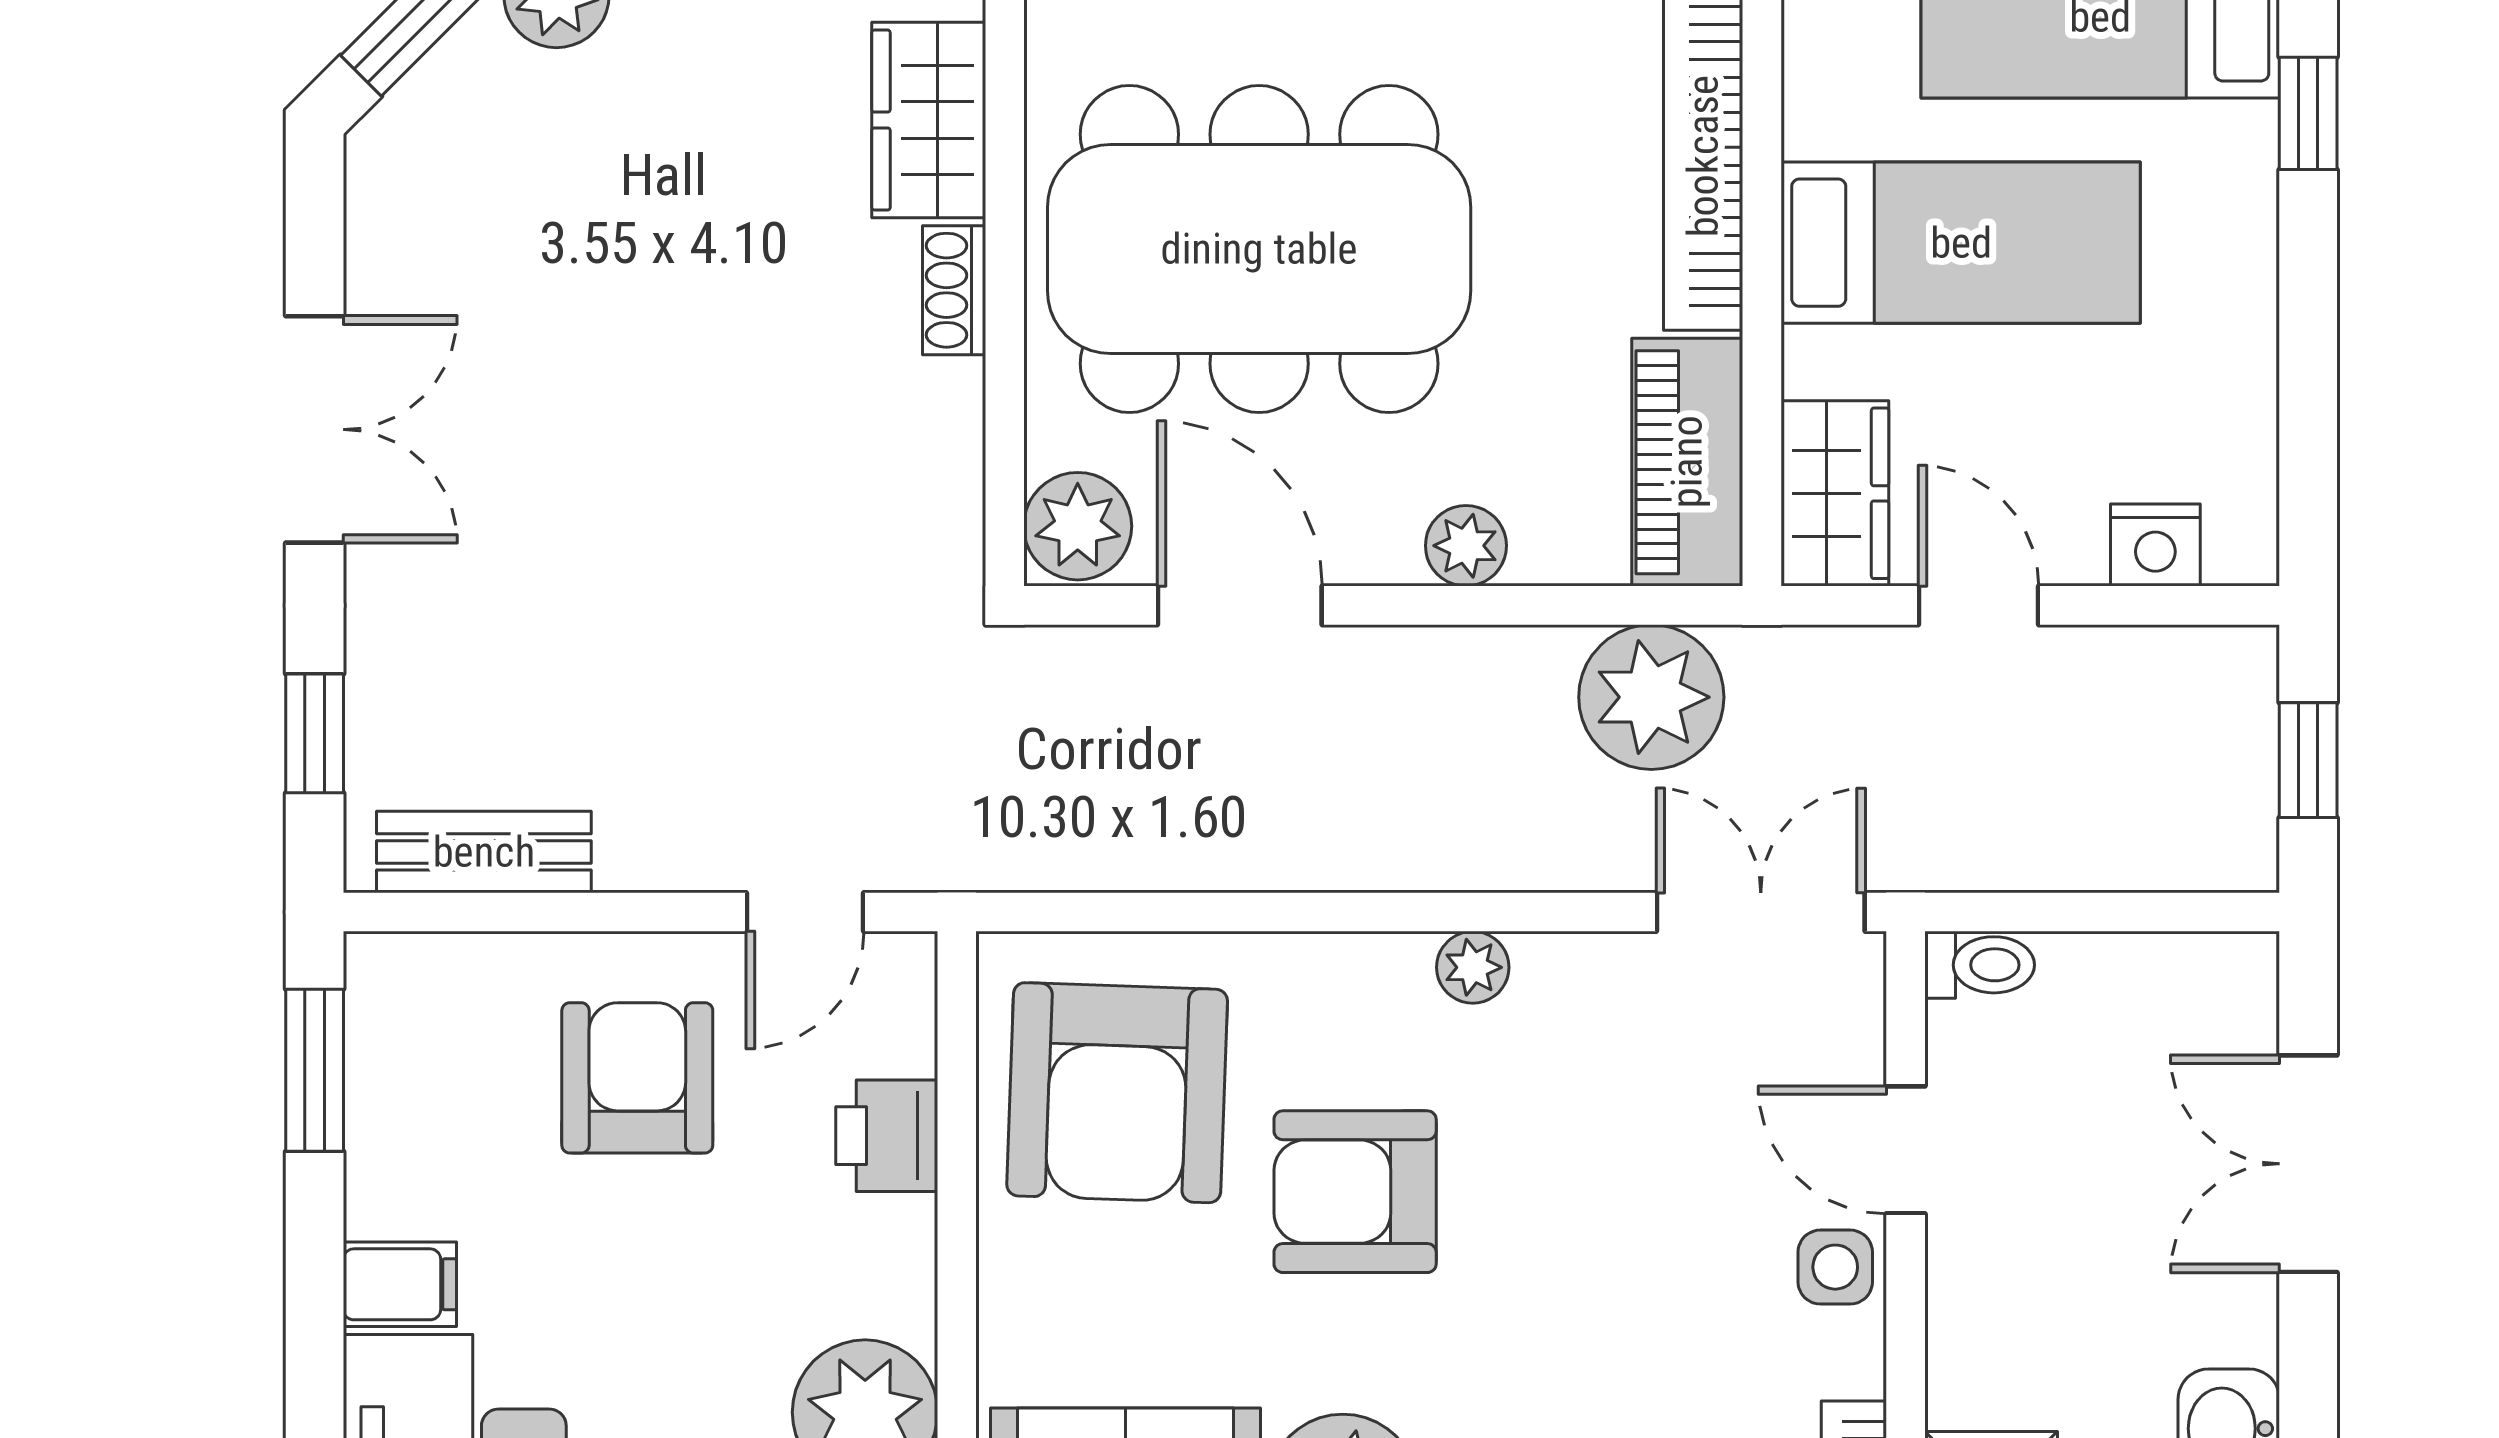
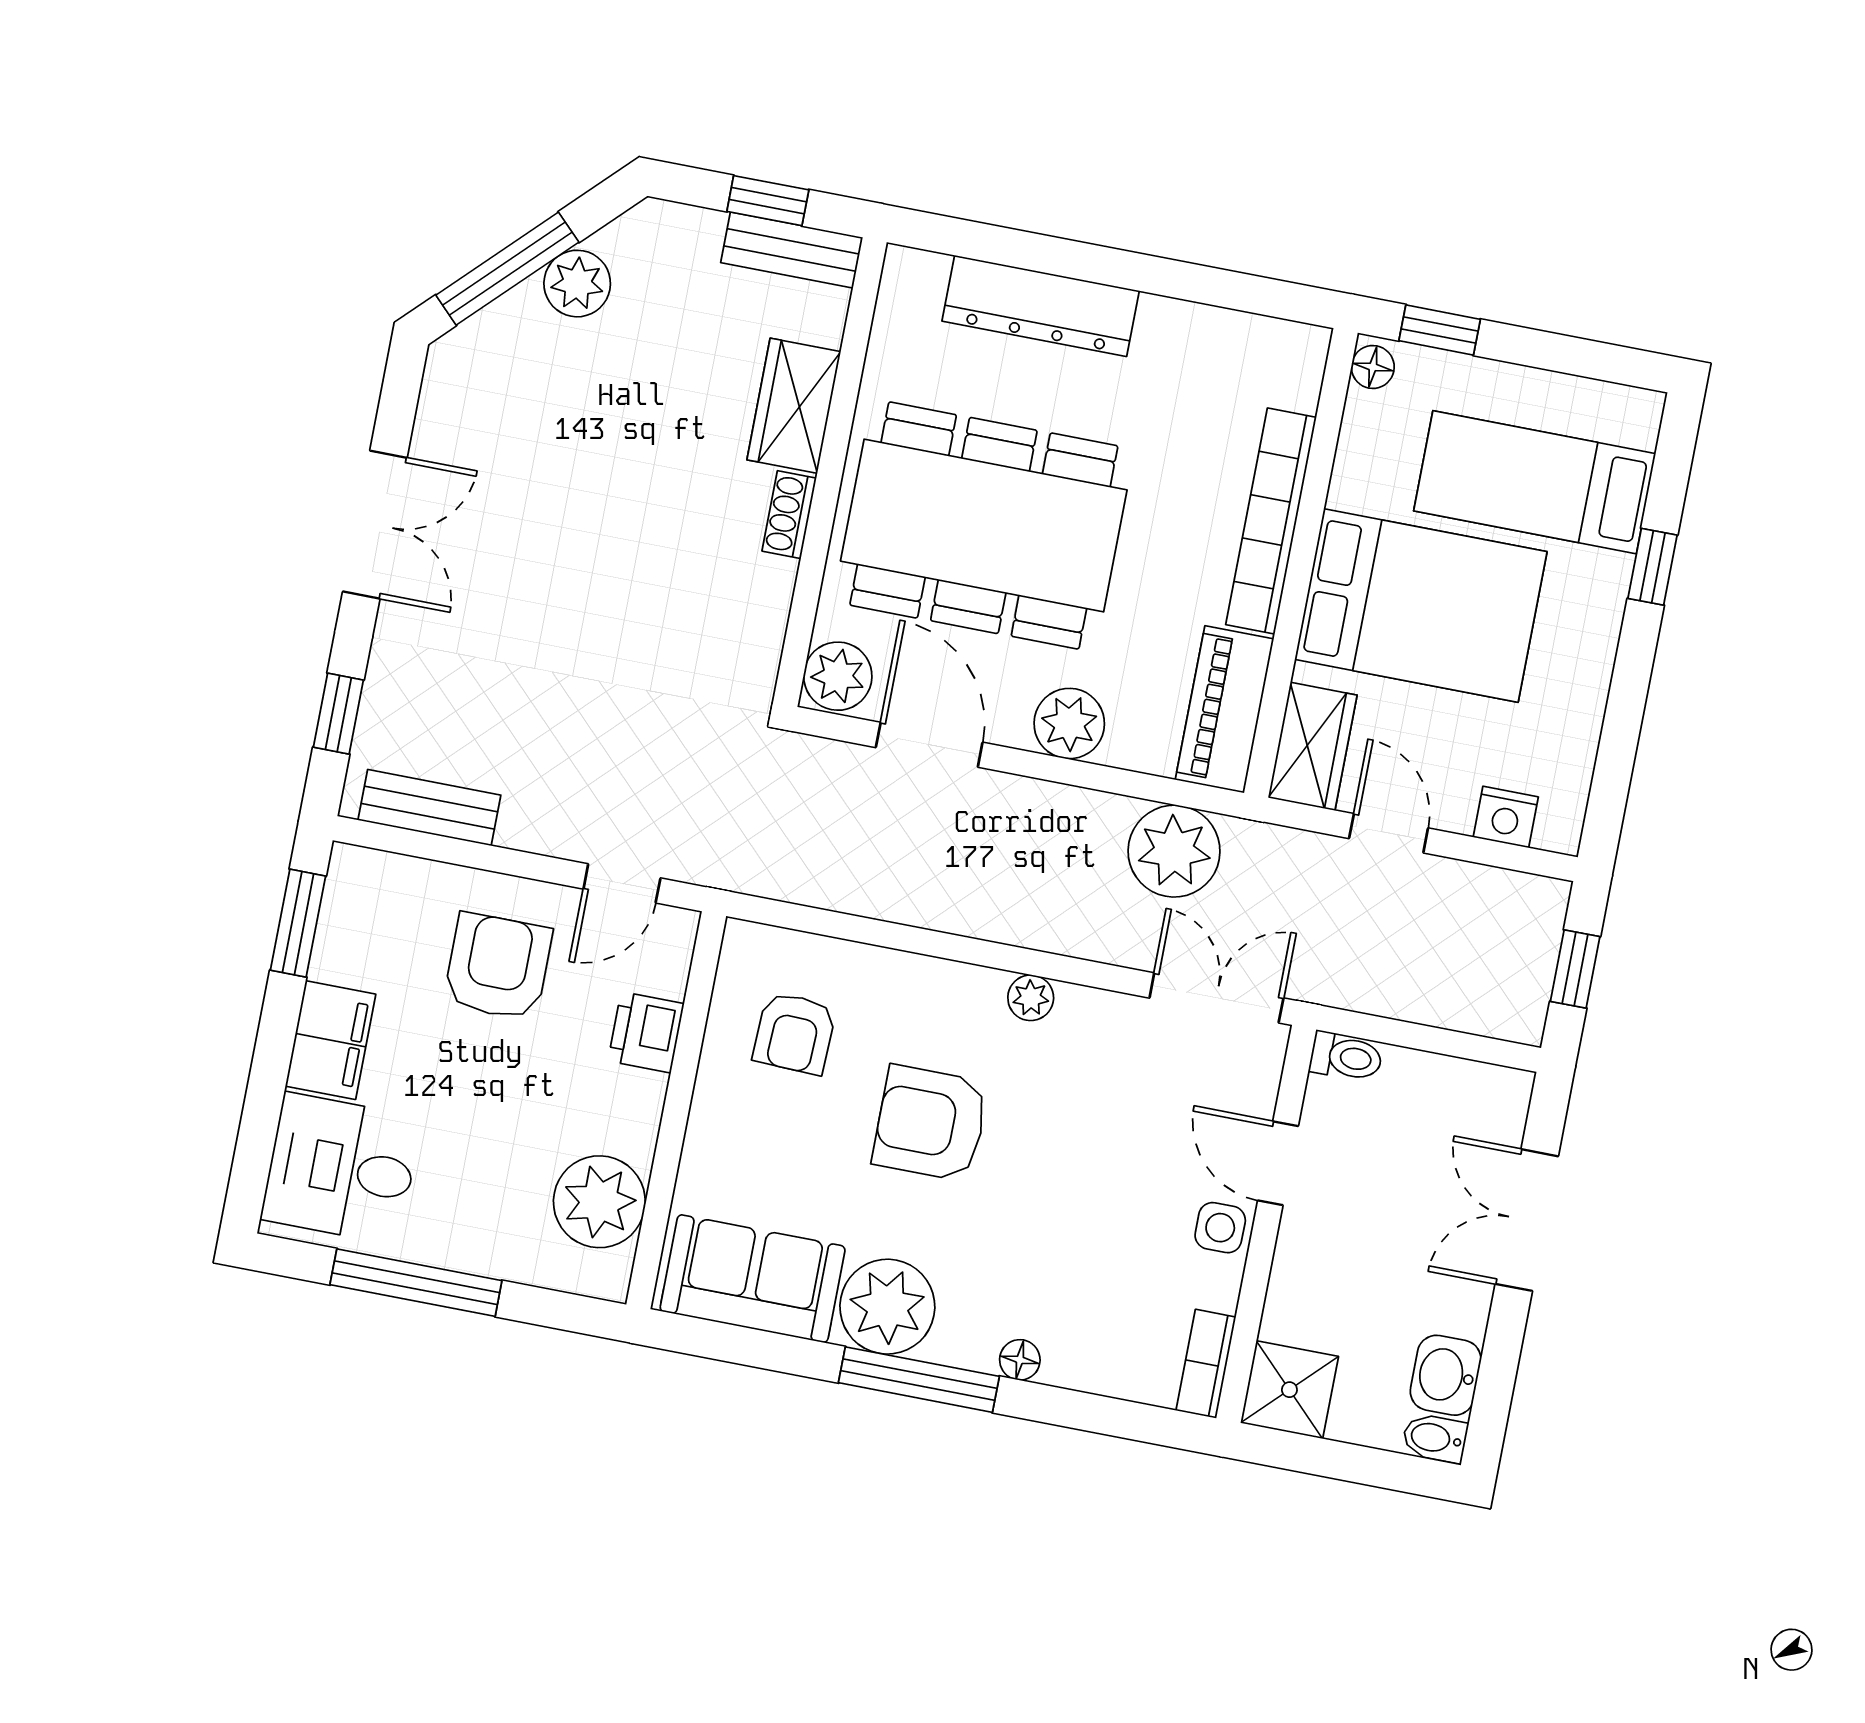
bed: (1961, 243) -> (1421, 606), width x1.50
plant: (1466, 546) -> (1069, 724), width x1.38, depth x1.38
armchair: (1117, 1093) -> (794, 1033), width x0.53, depth x0.53
filing cabinet: (400, 1284) -> (331, 1040), width x2.00

